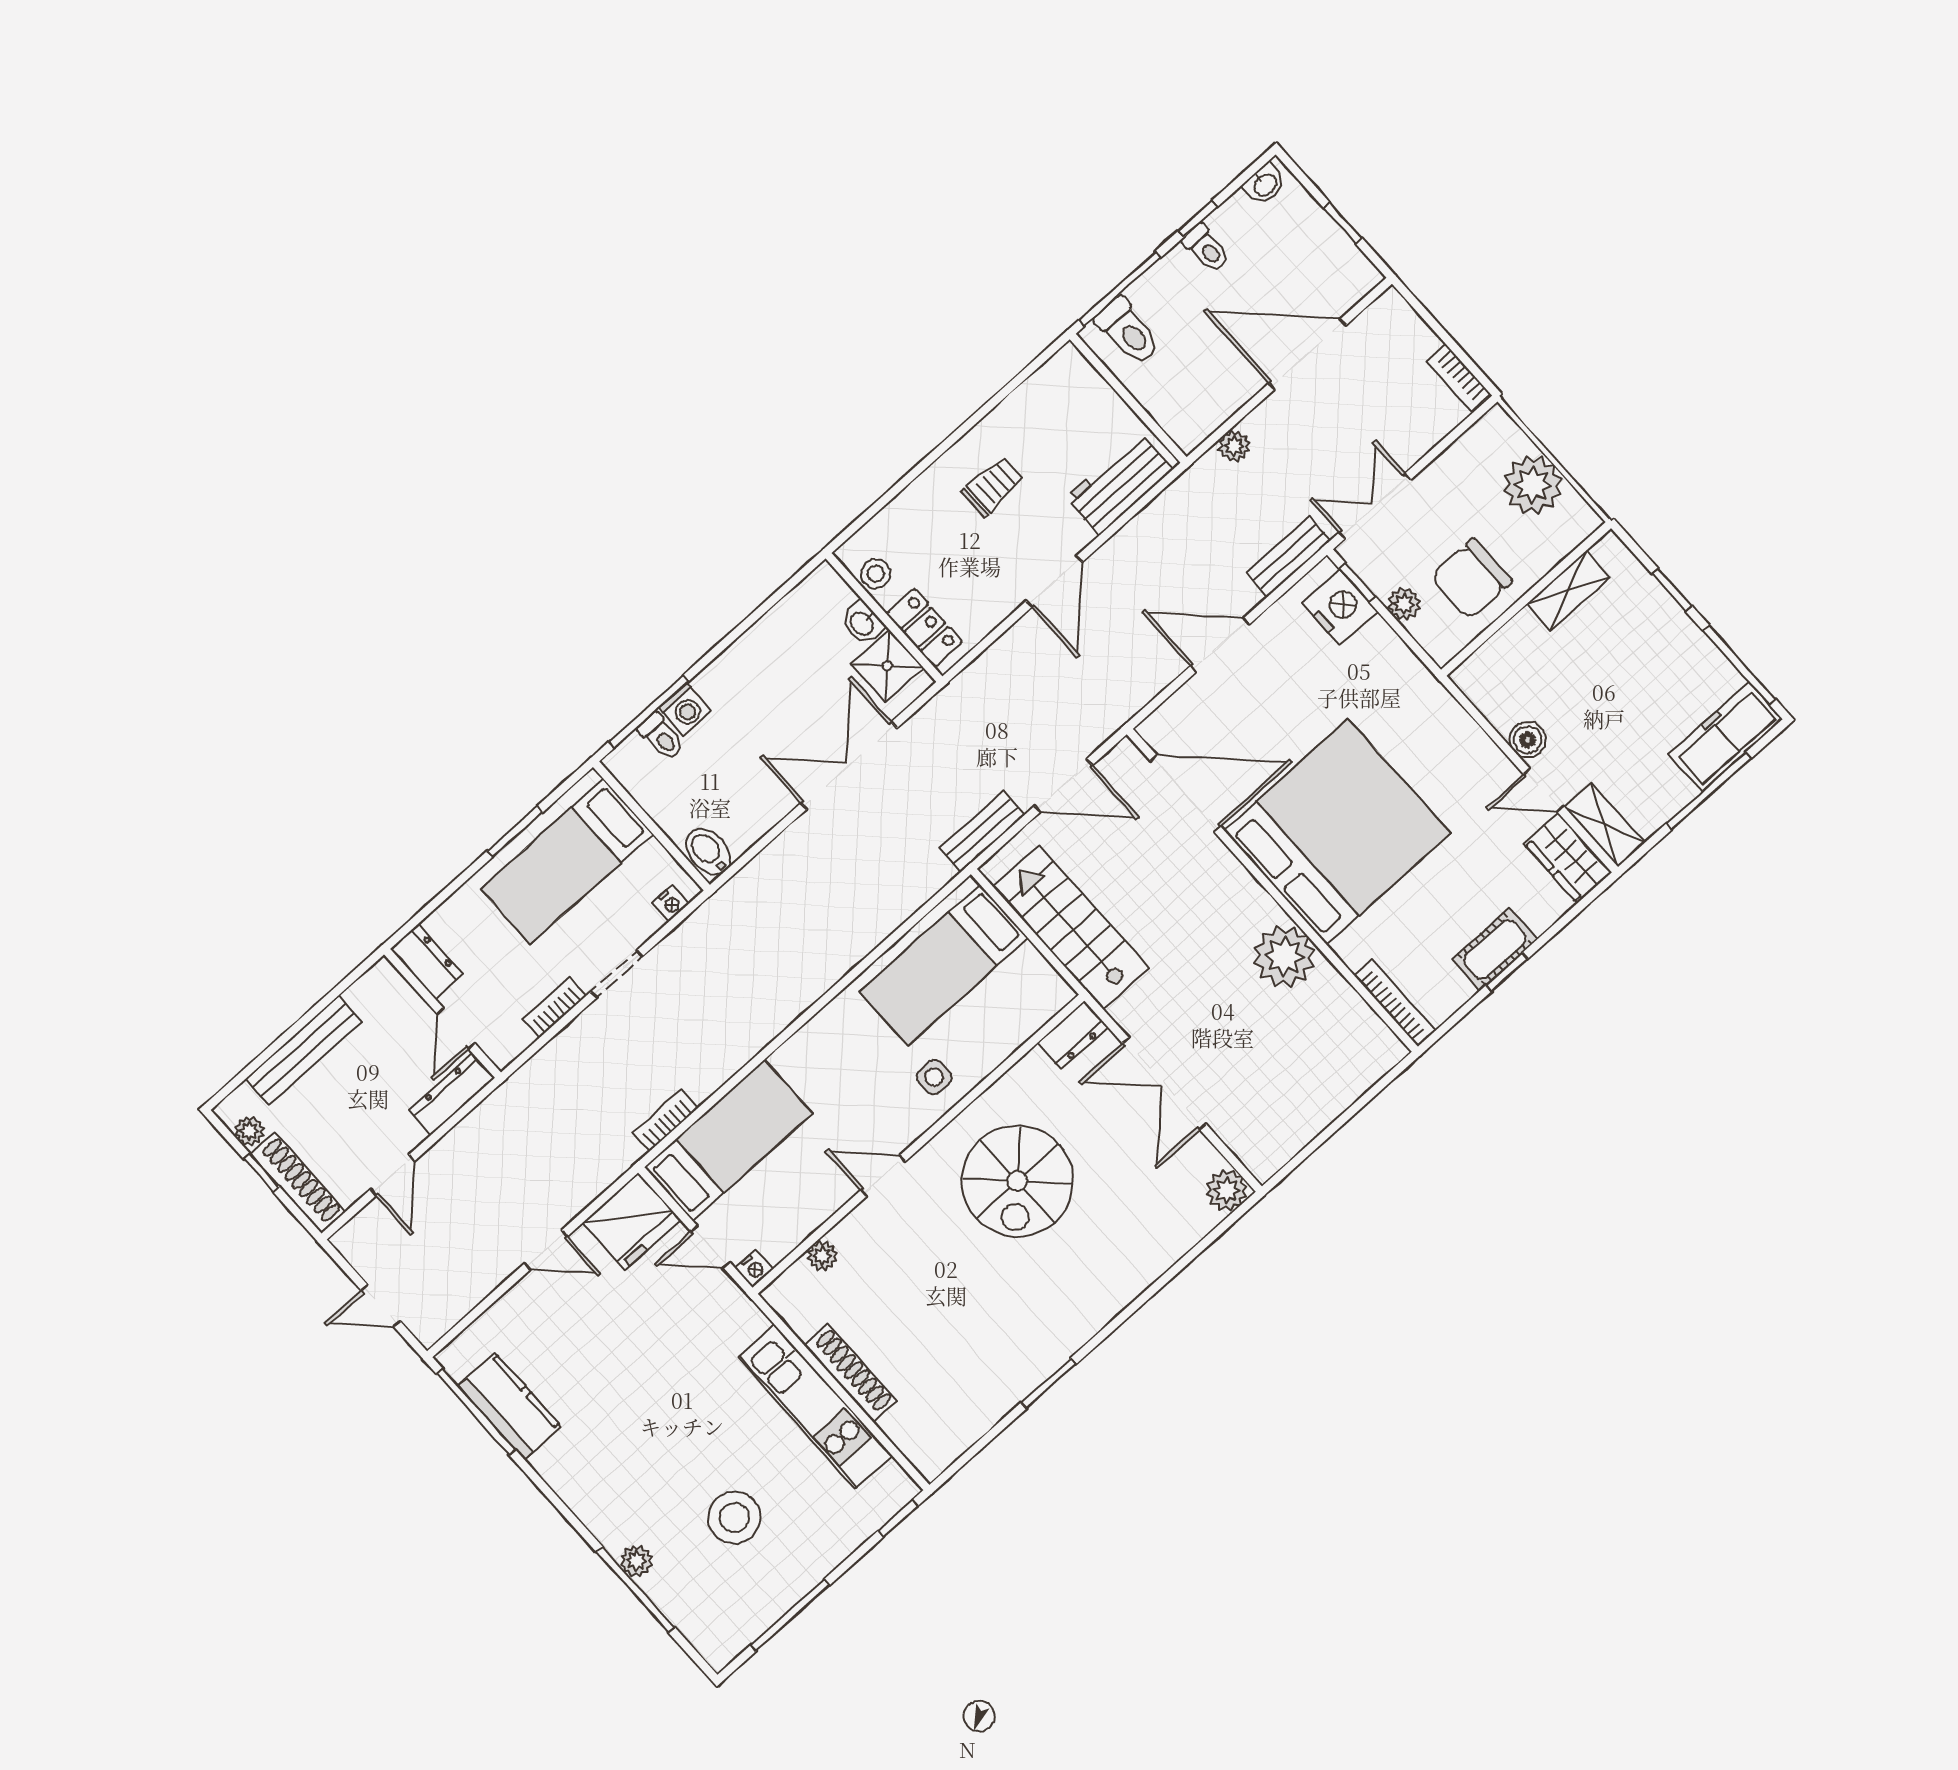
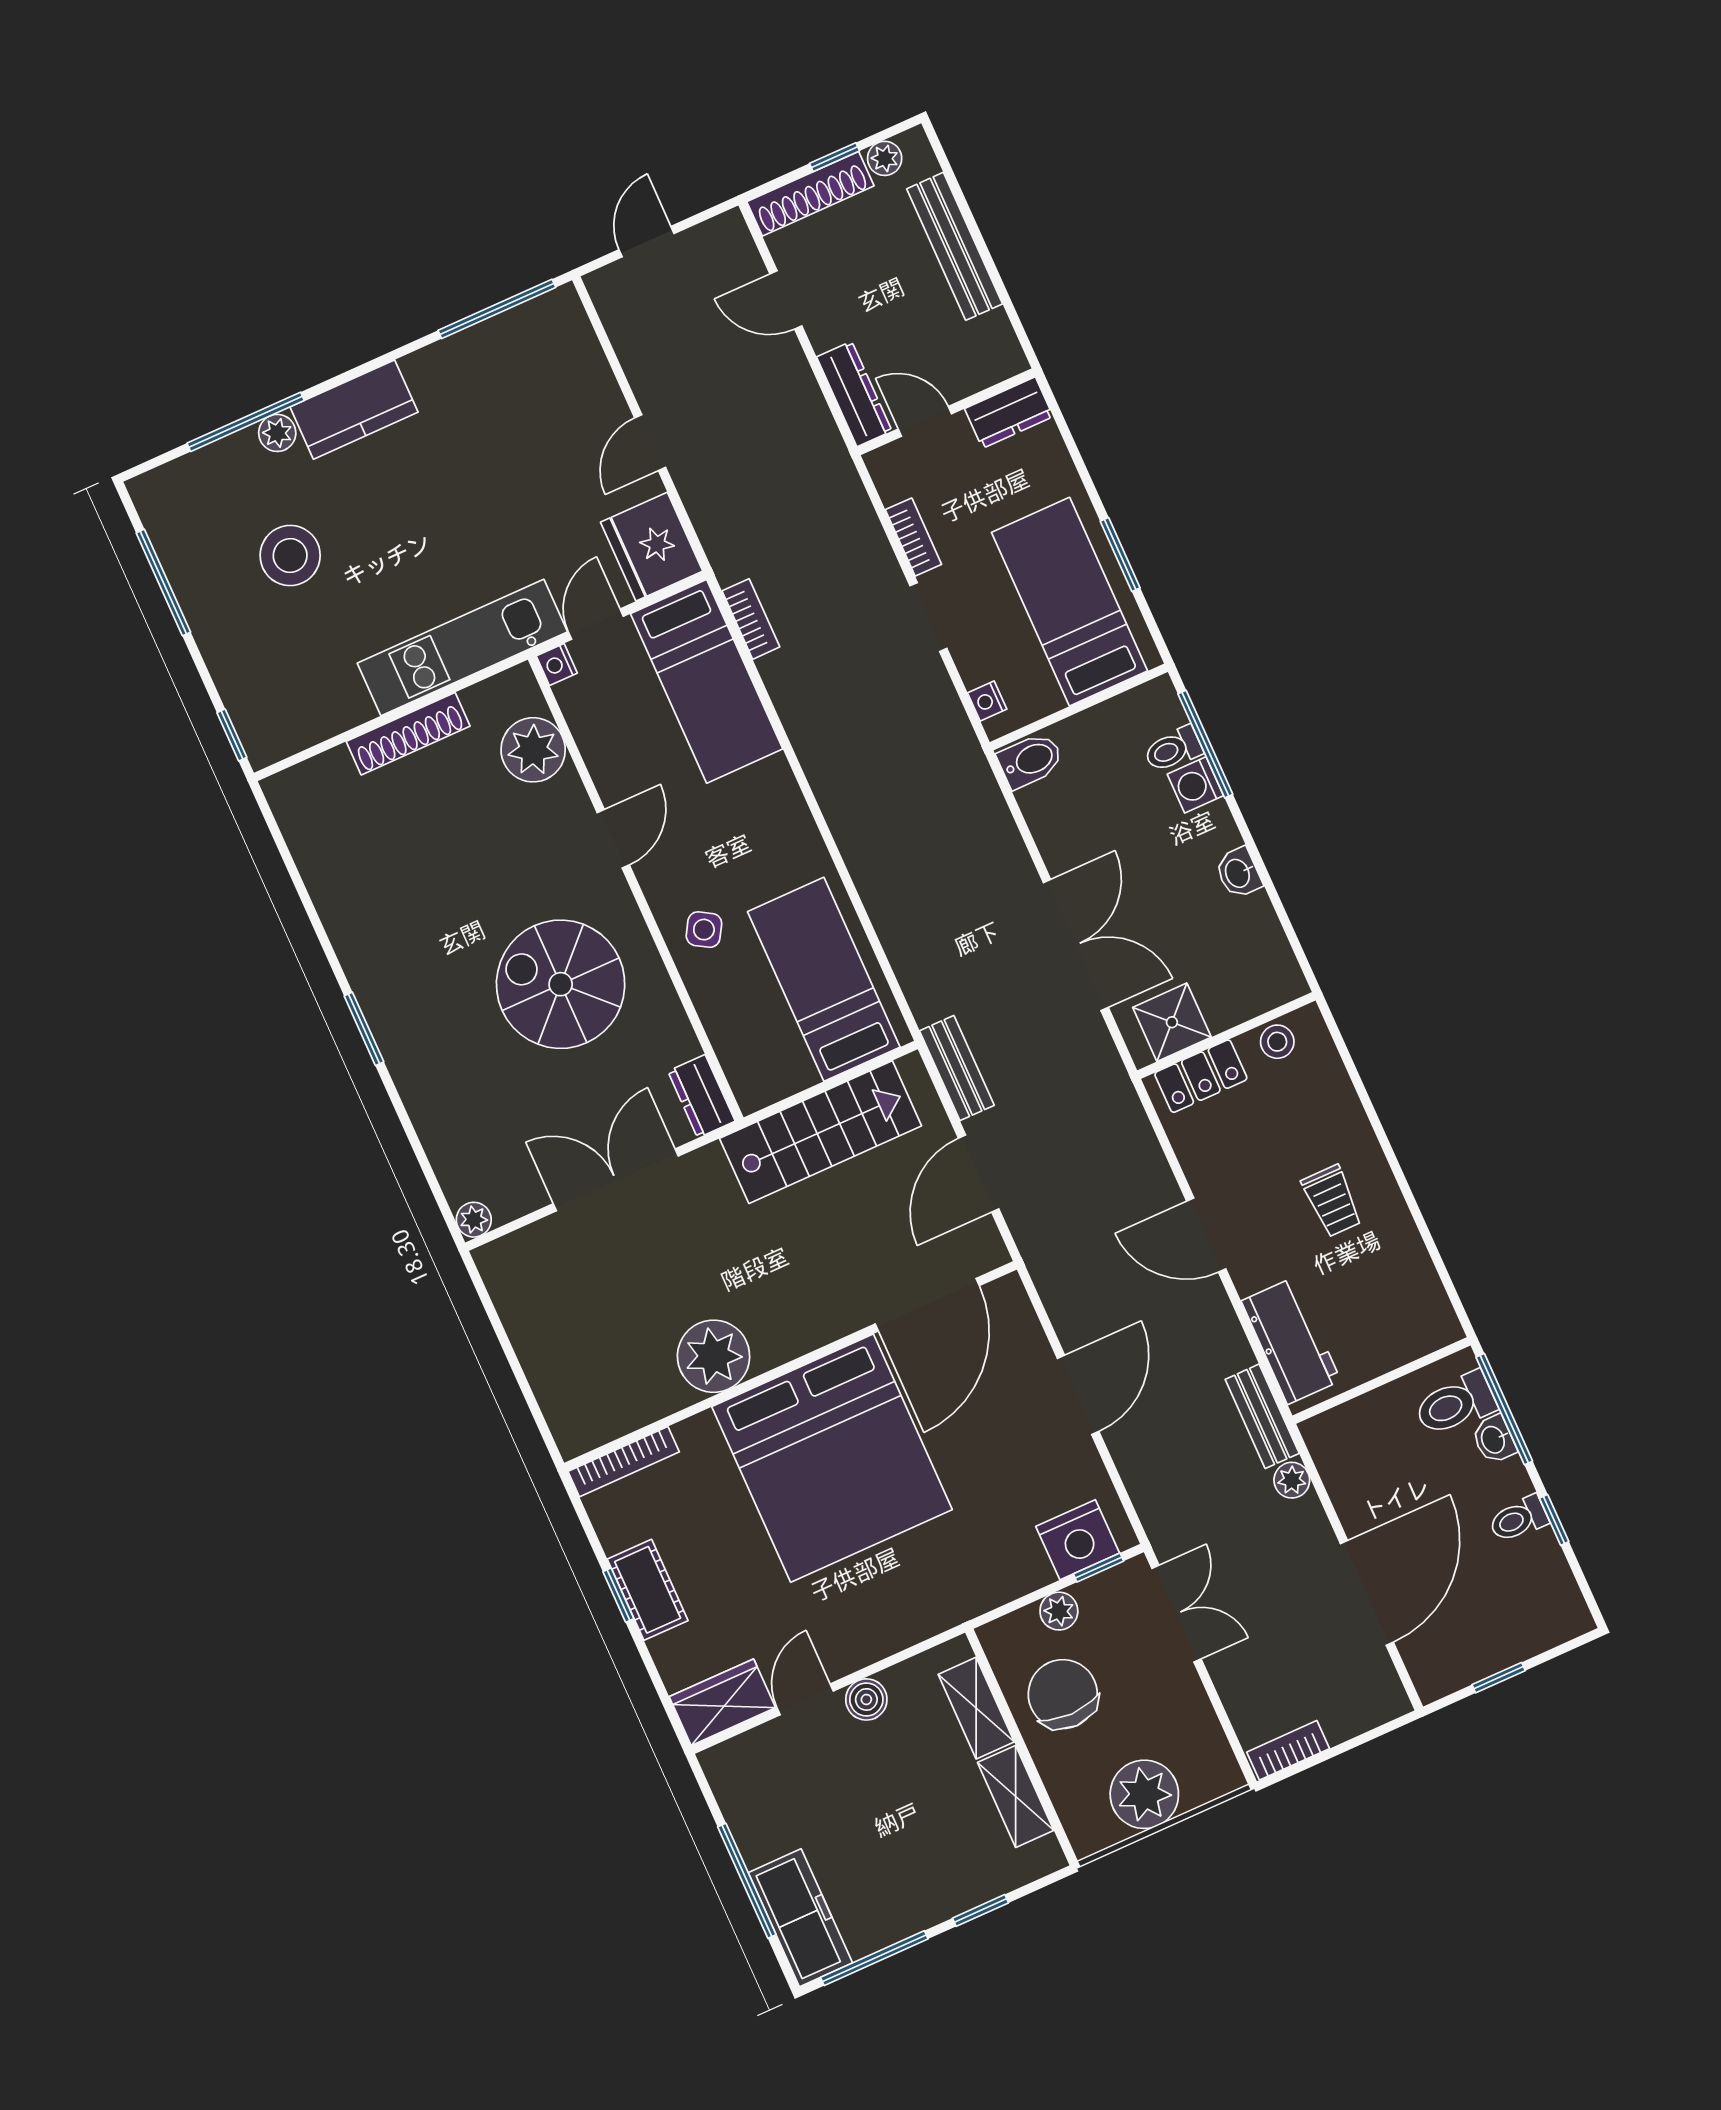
washbasin: (1265, 184) -> (1494, 1439), moved
bench: (1288, 557) -> (1262, 1416), moved
washbasin: (863, 623) -> (1238, 873), moved, turned -90
shelving: (1605, 825) -> (976, 1708), moved, turned 90
side table: (934, 1077) -> (704, 930), turned 31
plant: (1227, 1190) -> (474, 1220), width x0.73, depth x0.73
plant: (822, 1256) -> (533, 750), width x1.88, depth x1.88
window: (1048, 1383) -> (364, 1029), moved
kitchen counter: (510, 1406) -> (354, 410), moved
kitchen unit: (815, 1407) -> (462, 648), moved

